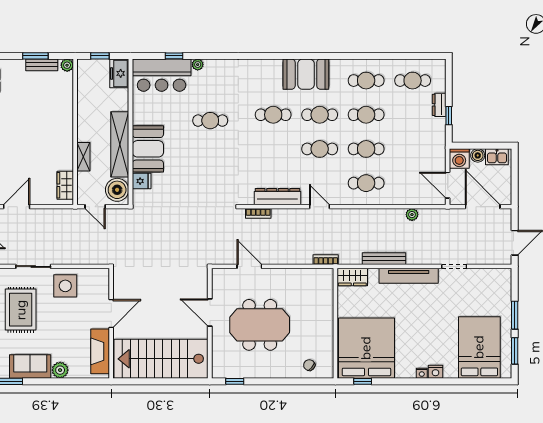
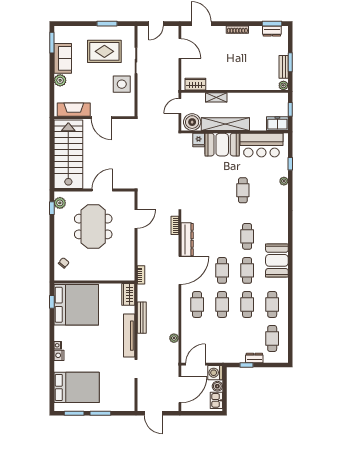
bar counter: (162, 75) -> (261, 145), moved, turned -90
door: (320, 207) -> (180, 270), width x1.88
plant: (227, 370) -> (60, 203), added

